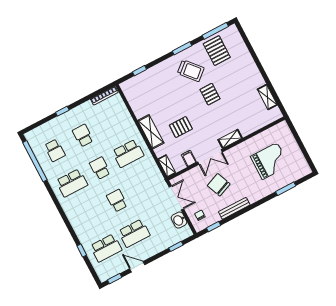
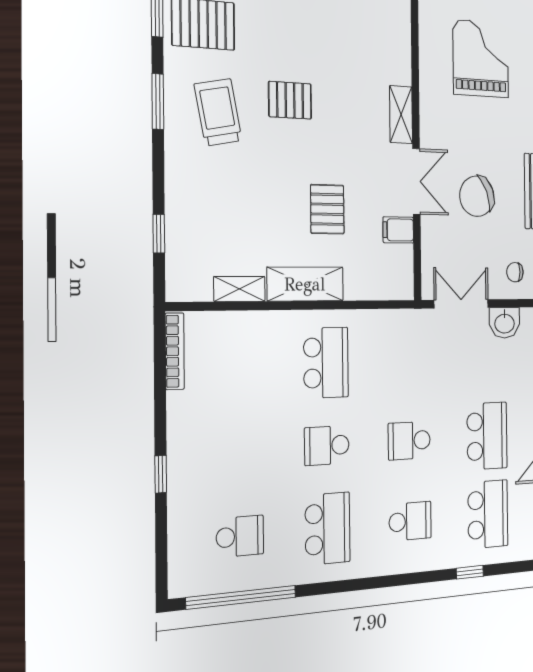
trolley: (191, 71) -> (218, 112), turned -60
school desk: (83, 136) -> (410, 521), moved, turned 180
shelving: (167, 166) -> (239, 289), moved

